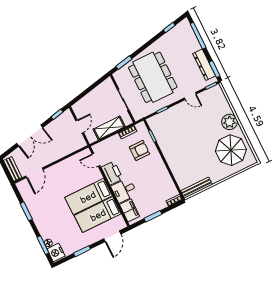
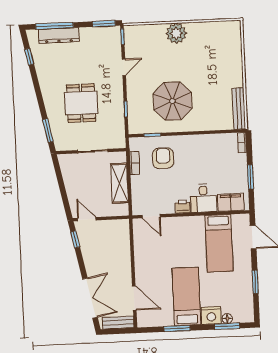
dresser: (204, 65) -> (59, 36), moved
dining table: (153, 77) -> (81, 103), width x0.53, depth x0.80
door: (80, 127) -> (87, 219), moved
double door: (30, 135) -> (90, 298), moved
parasol: (231, 150) -> (172, 101), moved
door: (96, 160) -> (151, 216), hinge flipped
printer: (112, 173) -> (183, 207), width x0.53, depth x0.68
bed: (88, 197) -> (186, 296), moved, turned 180
nightstand: (56, 252) -> (211, 315), moved

